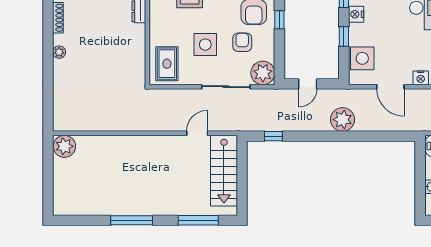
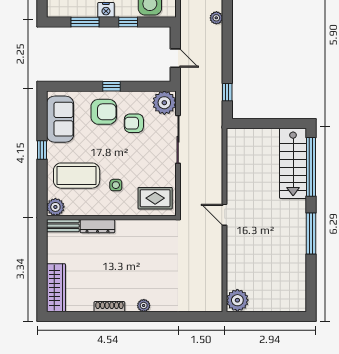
side table: (205, 45) -> (116, 185), moved, width x0.54, depth x0.54
plant: (342, 120) -> (216, 18), width x0.53, depth x0.53
door: (197, 133) -> (225, 215), moved
stairs: (224, 171) -> (293, 163), moved, turned 90
window: (198, 220) -> (311, 167), width x1.46

